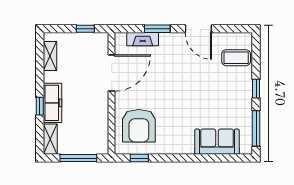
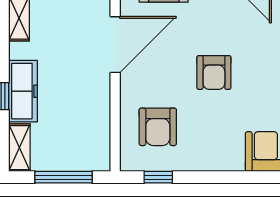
armchair: (175, 91) -> (214, 72), added
armchair: (139, 126) -> (158, 127), width x0.73, depth x0.73

